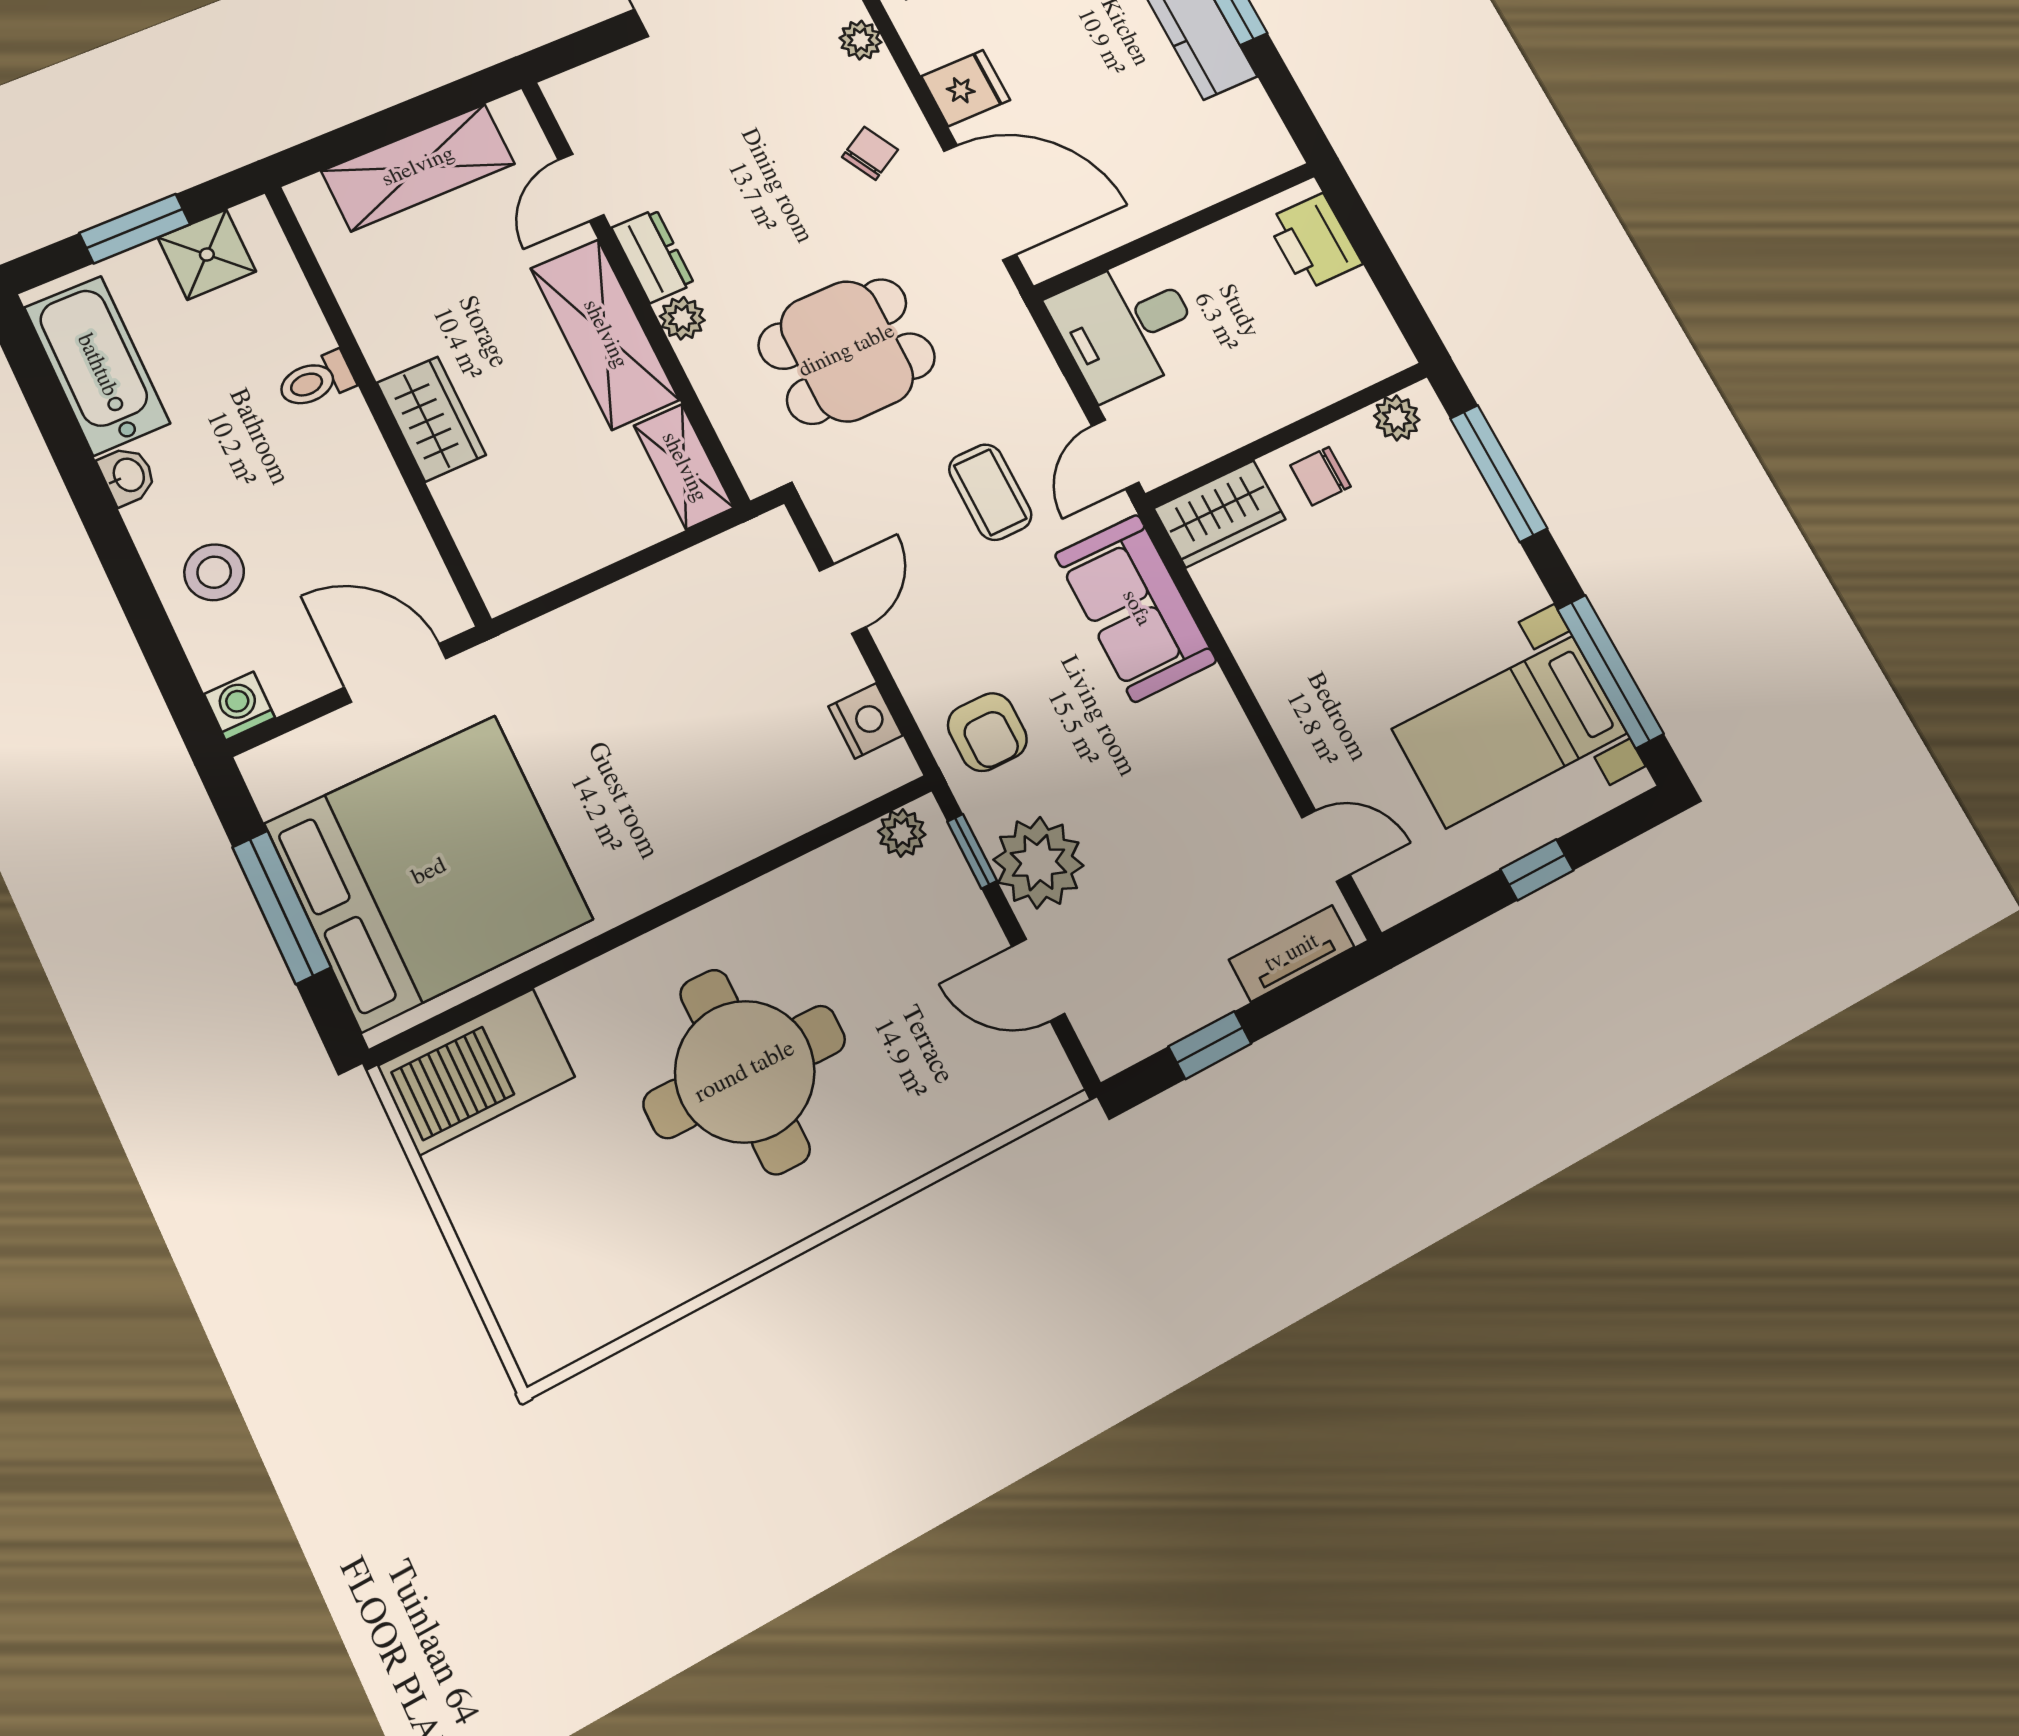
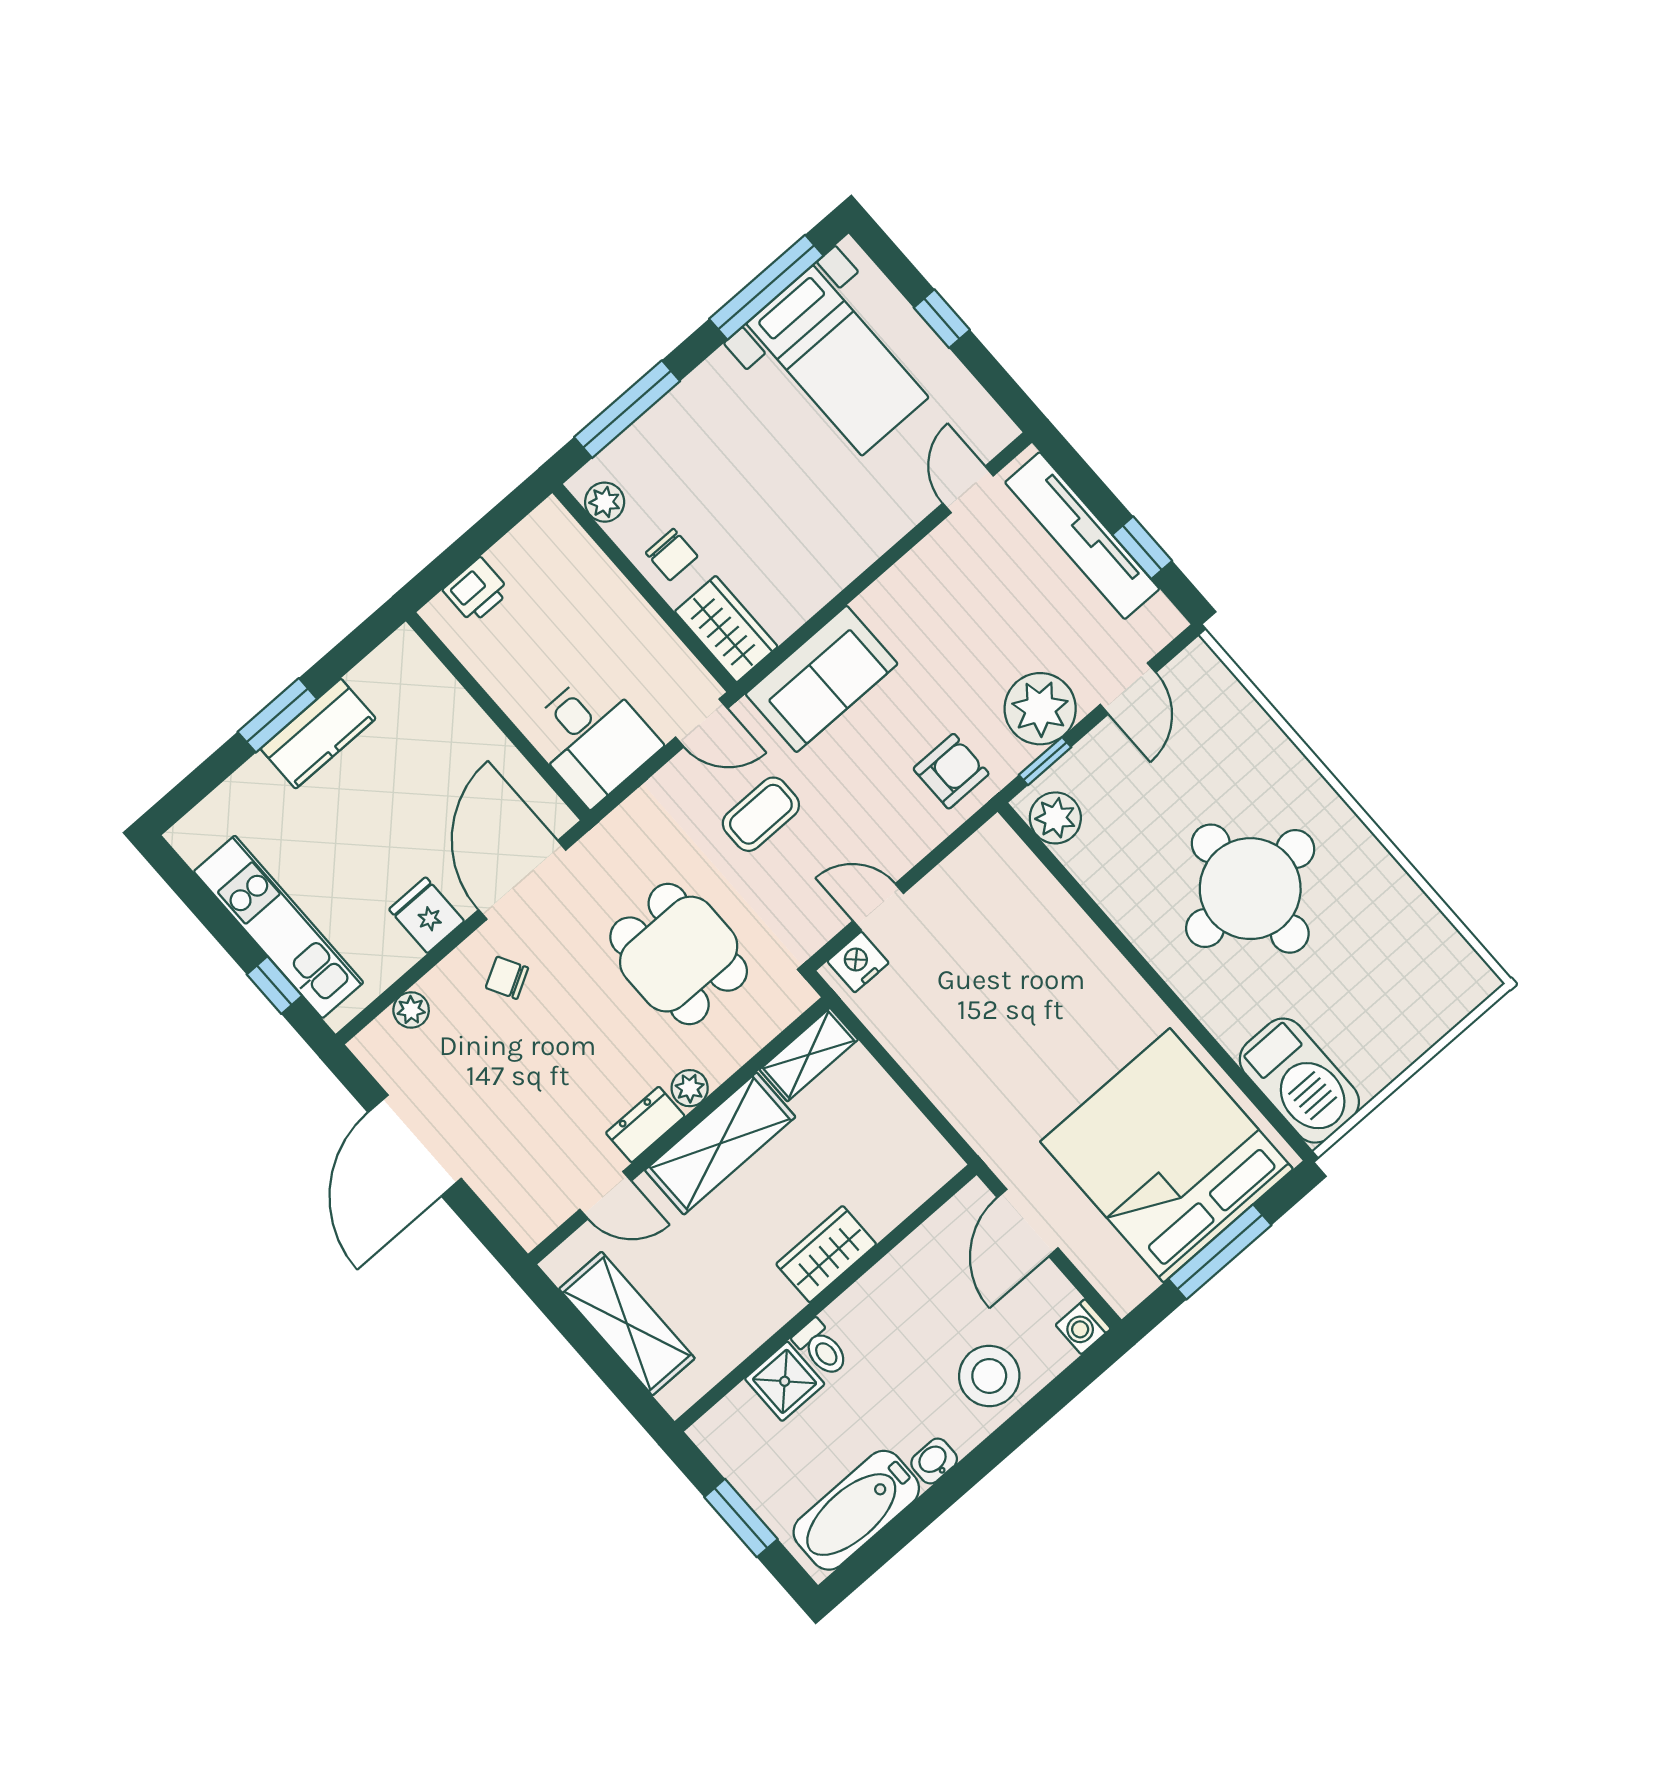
printer: (1314, 242) -> (476, 591), width x0.73, depth x0.81
shower: (207, 255) -> (785, 1381), moved
stool: (214, 572) -> (989, 1376), width x1.38, depth x1.38
nightstand: (866, 721) -> (858, 962), moved
plant: (902, 833) -> (1055, 818), width x1.38, depth x1.38
tv unit: (1292, 953) -> (1082, 536), width x1.92, depth x1.29

